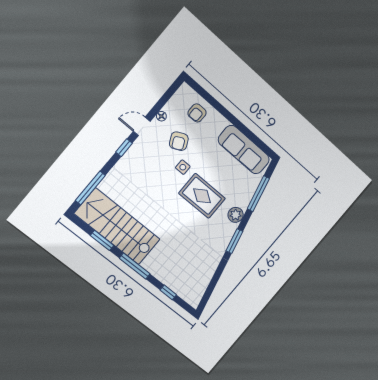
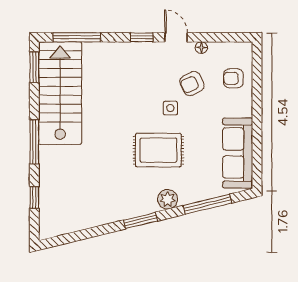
rug: (202, 196) -> (158, 150), turned 90
window: (102, 240) -> (34, 67), moved

